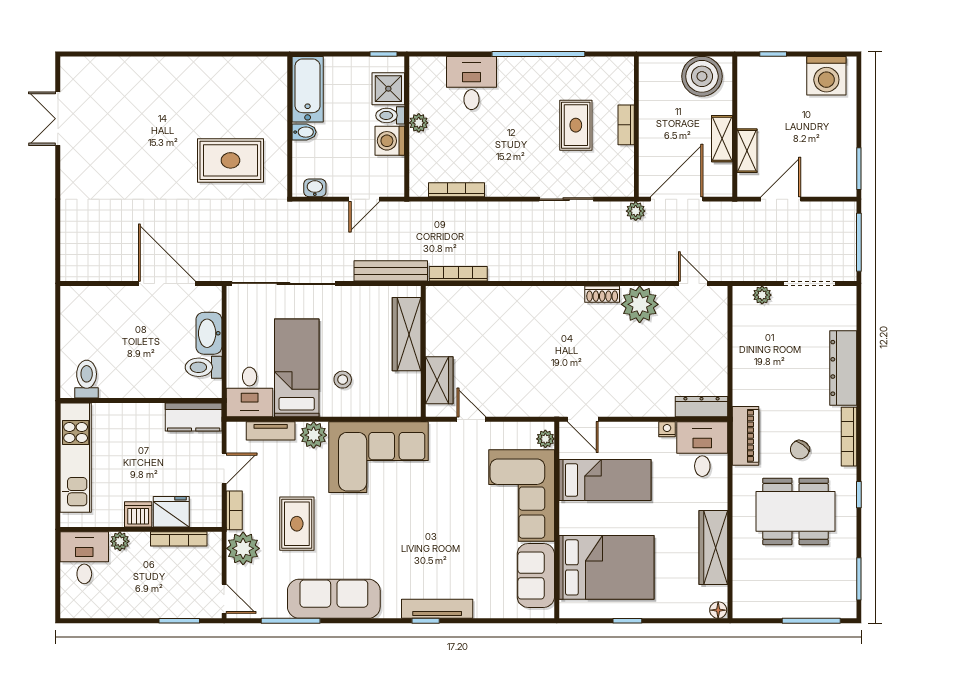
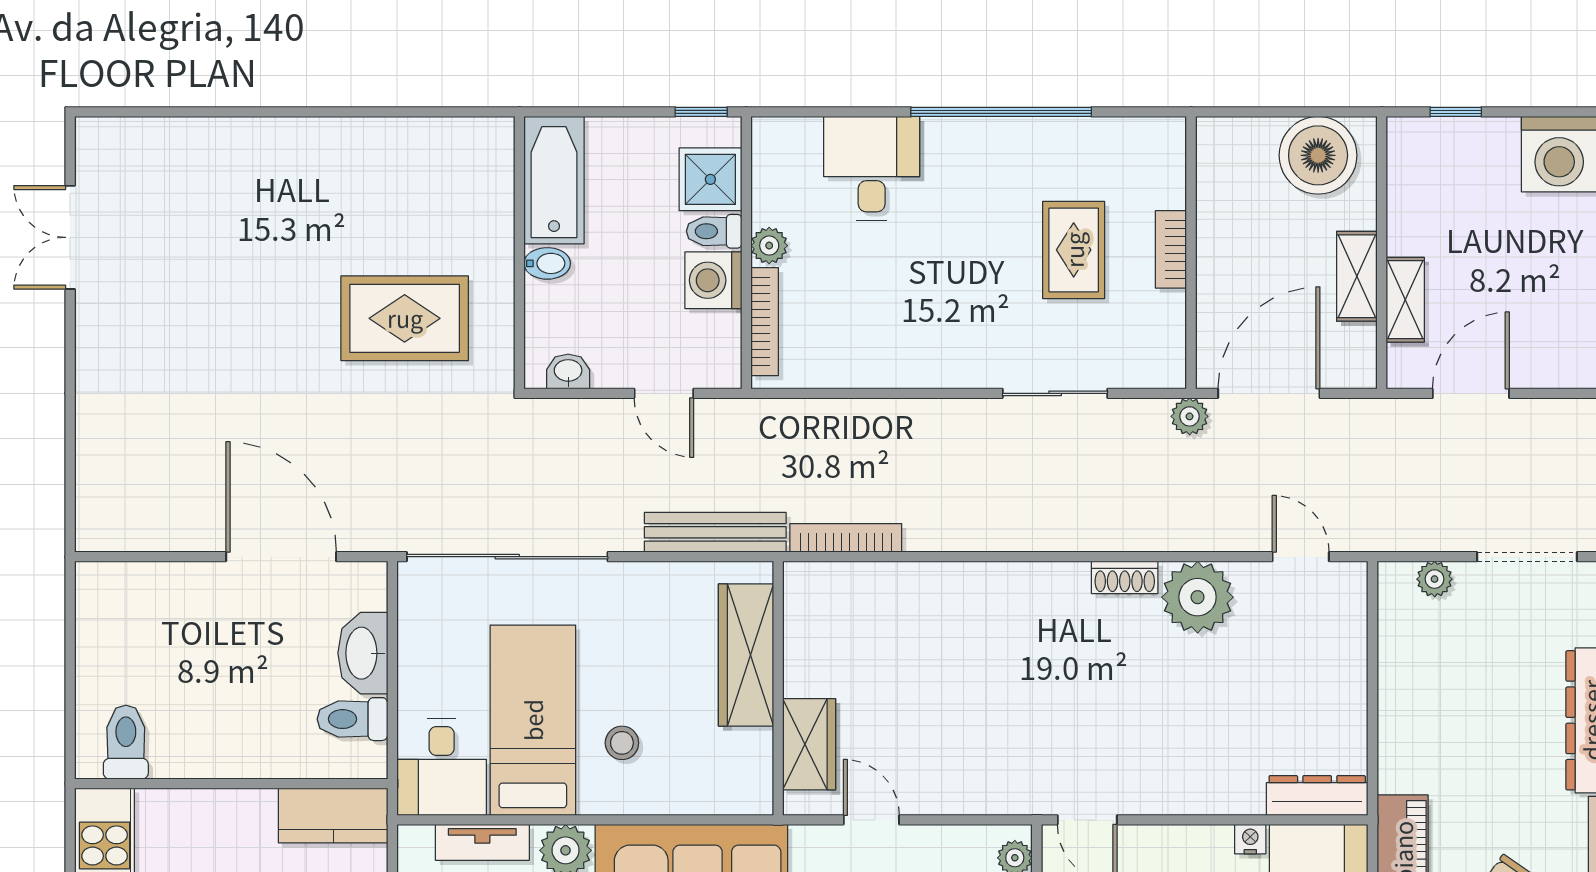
bookcase: (457, 190) -> (765, 322), moved, turned 90
door: (364, 199) -> (664, 393), hinge flipped

